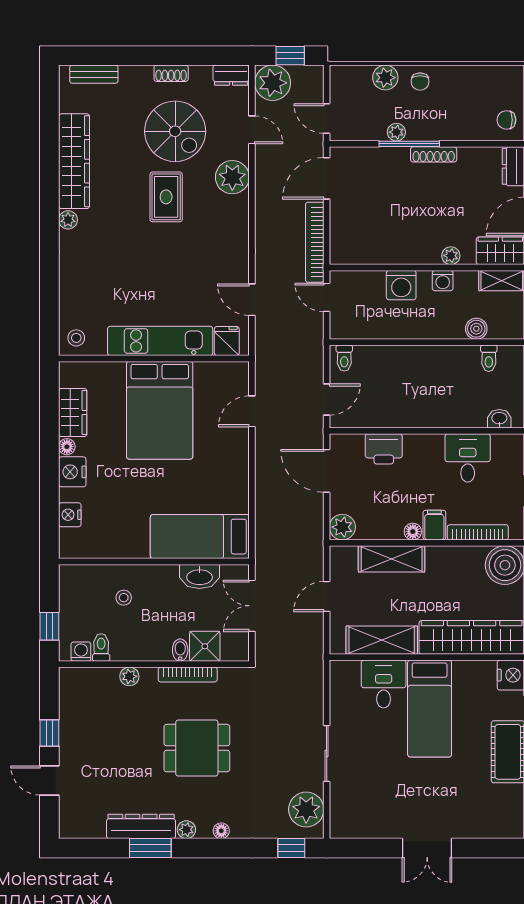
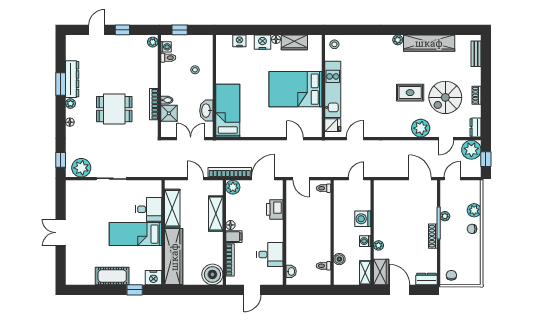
bookcase: (315, 242) -> (230, 172), moved
plant: (129, 676) -> (153, 42), moved
dining table: (197, 748) -> (114, 109), turned 90

